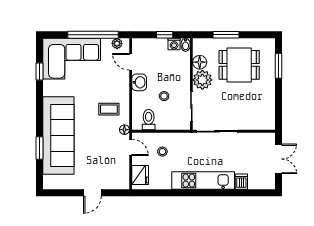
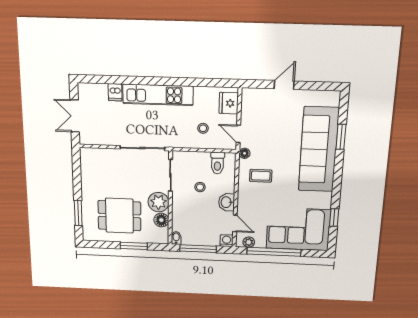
window: (165, 35) -> (198, 249), width x2.17
washing machine: (174, 44) -> (227, 241), moved

